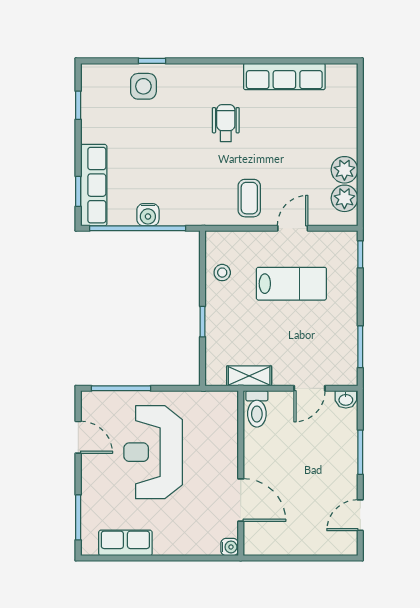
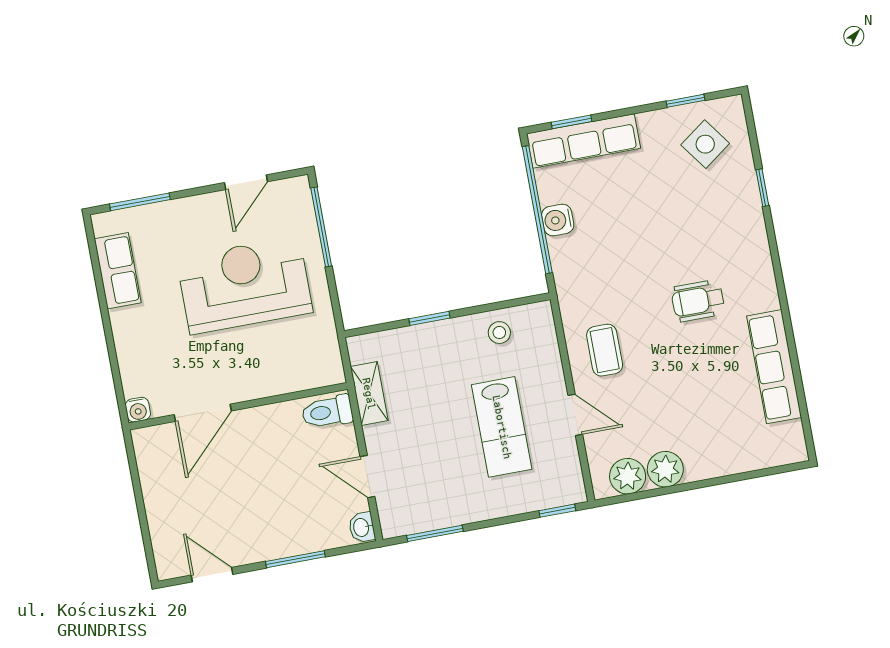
side table: (143, 86) -> (705, 144), moved, turned -36
wheelchair: (226, 123) -> (698, 301), turned 180
coffee table: (249, 198) -> (605, 350), turned 90

